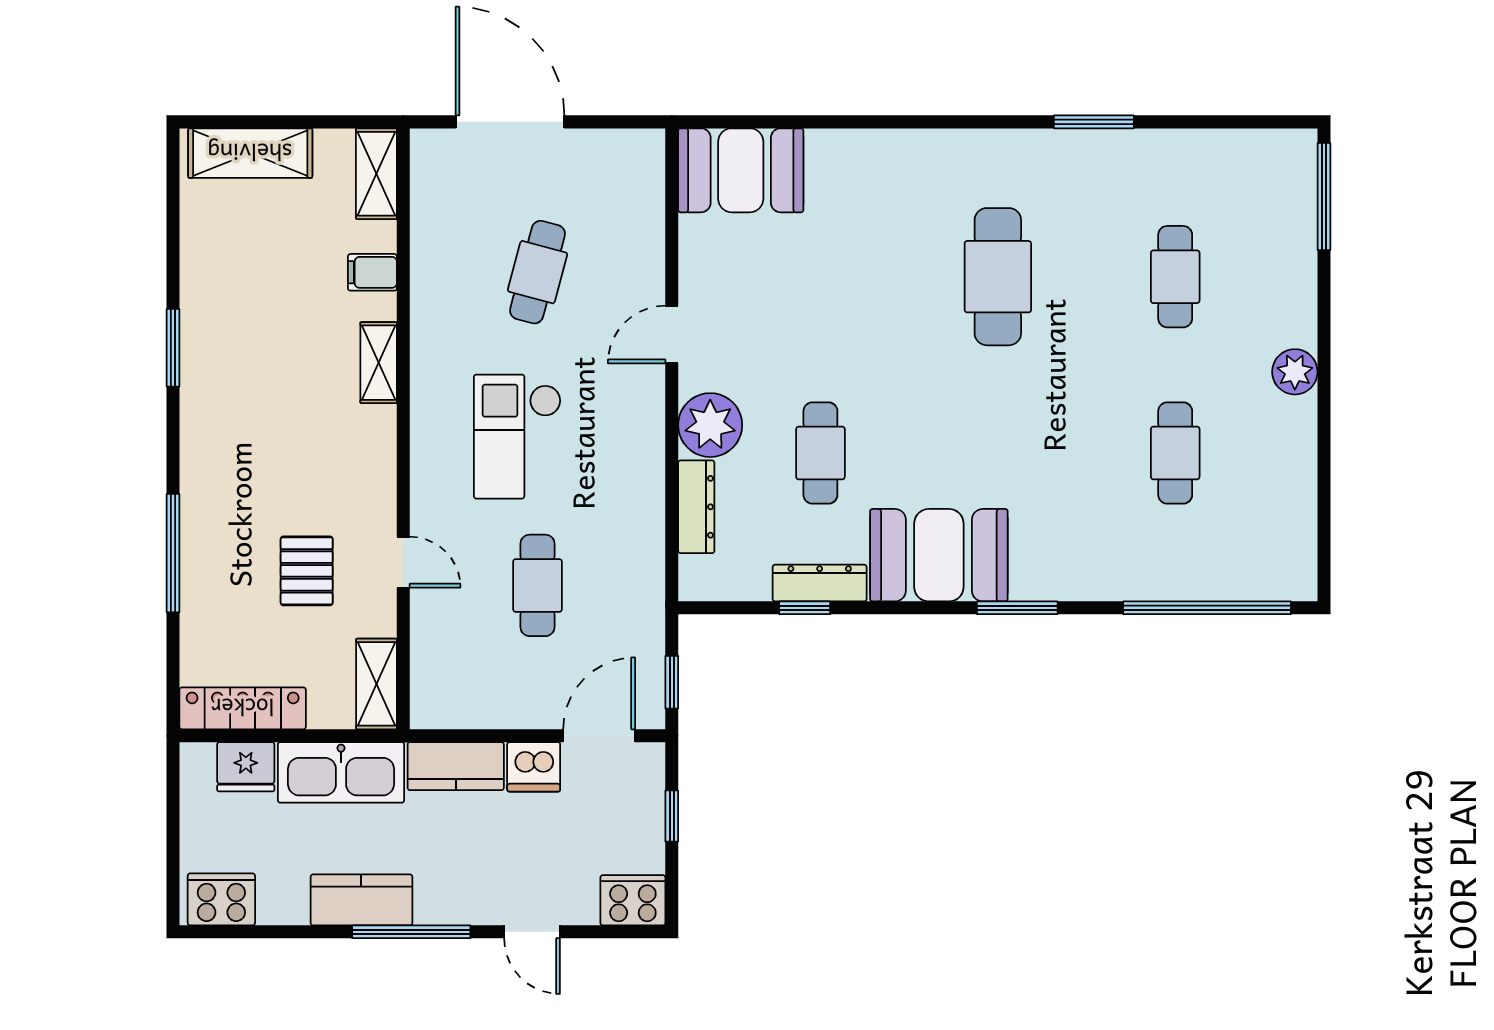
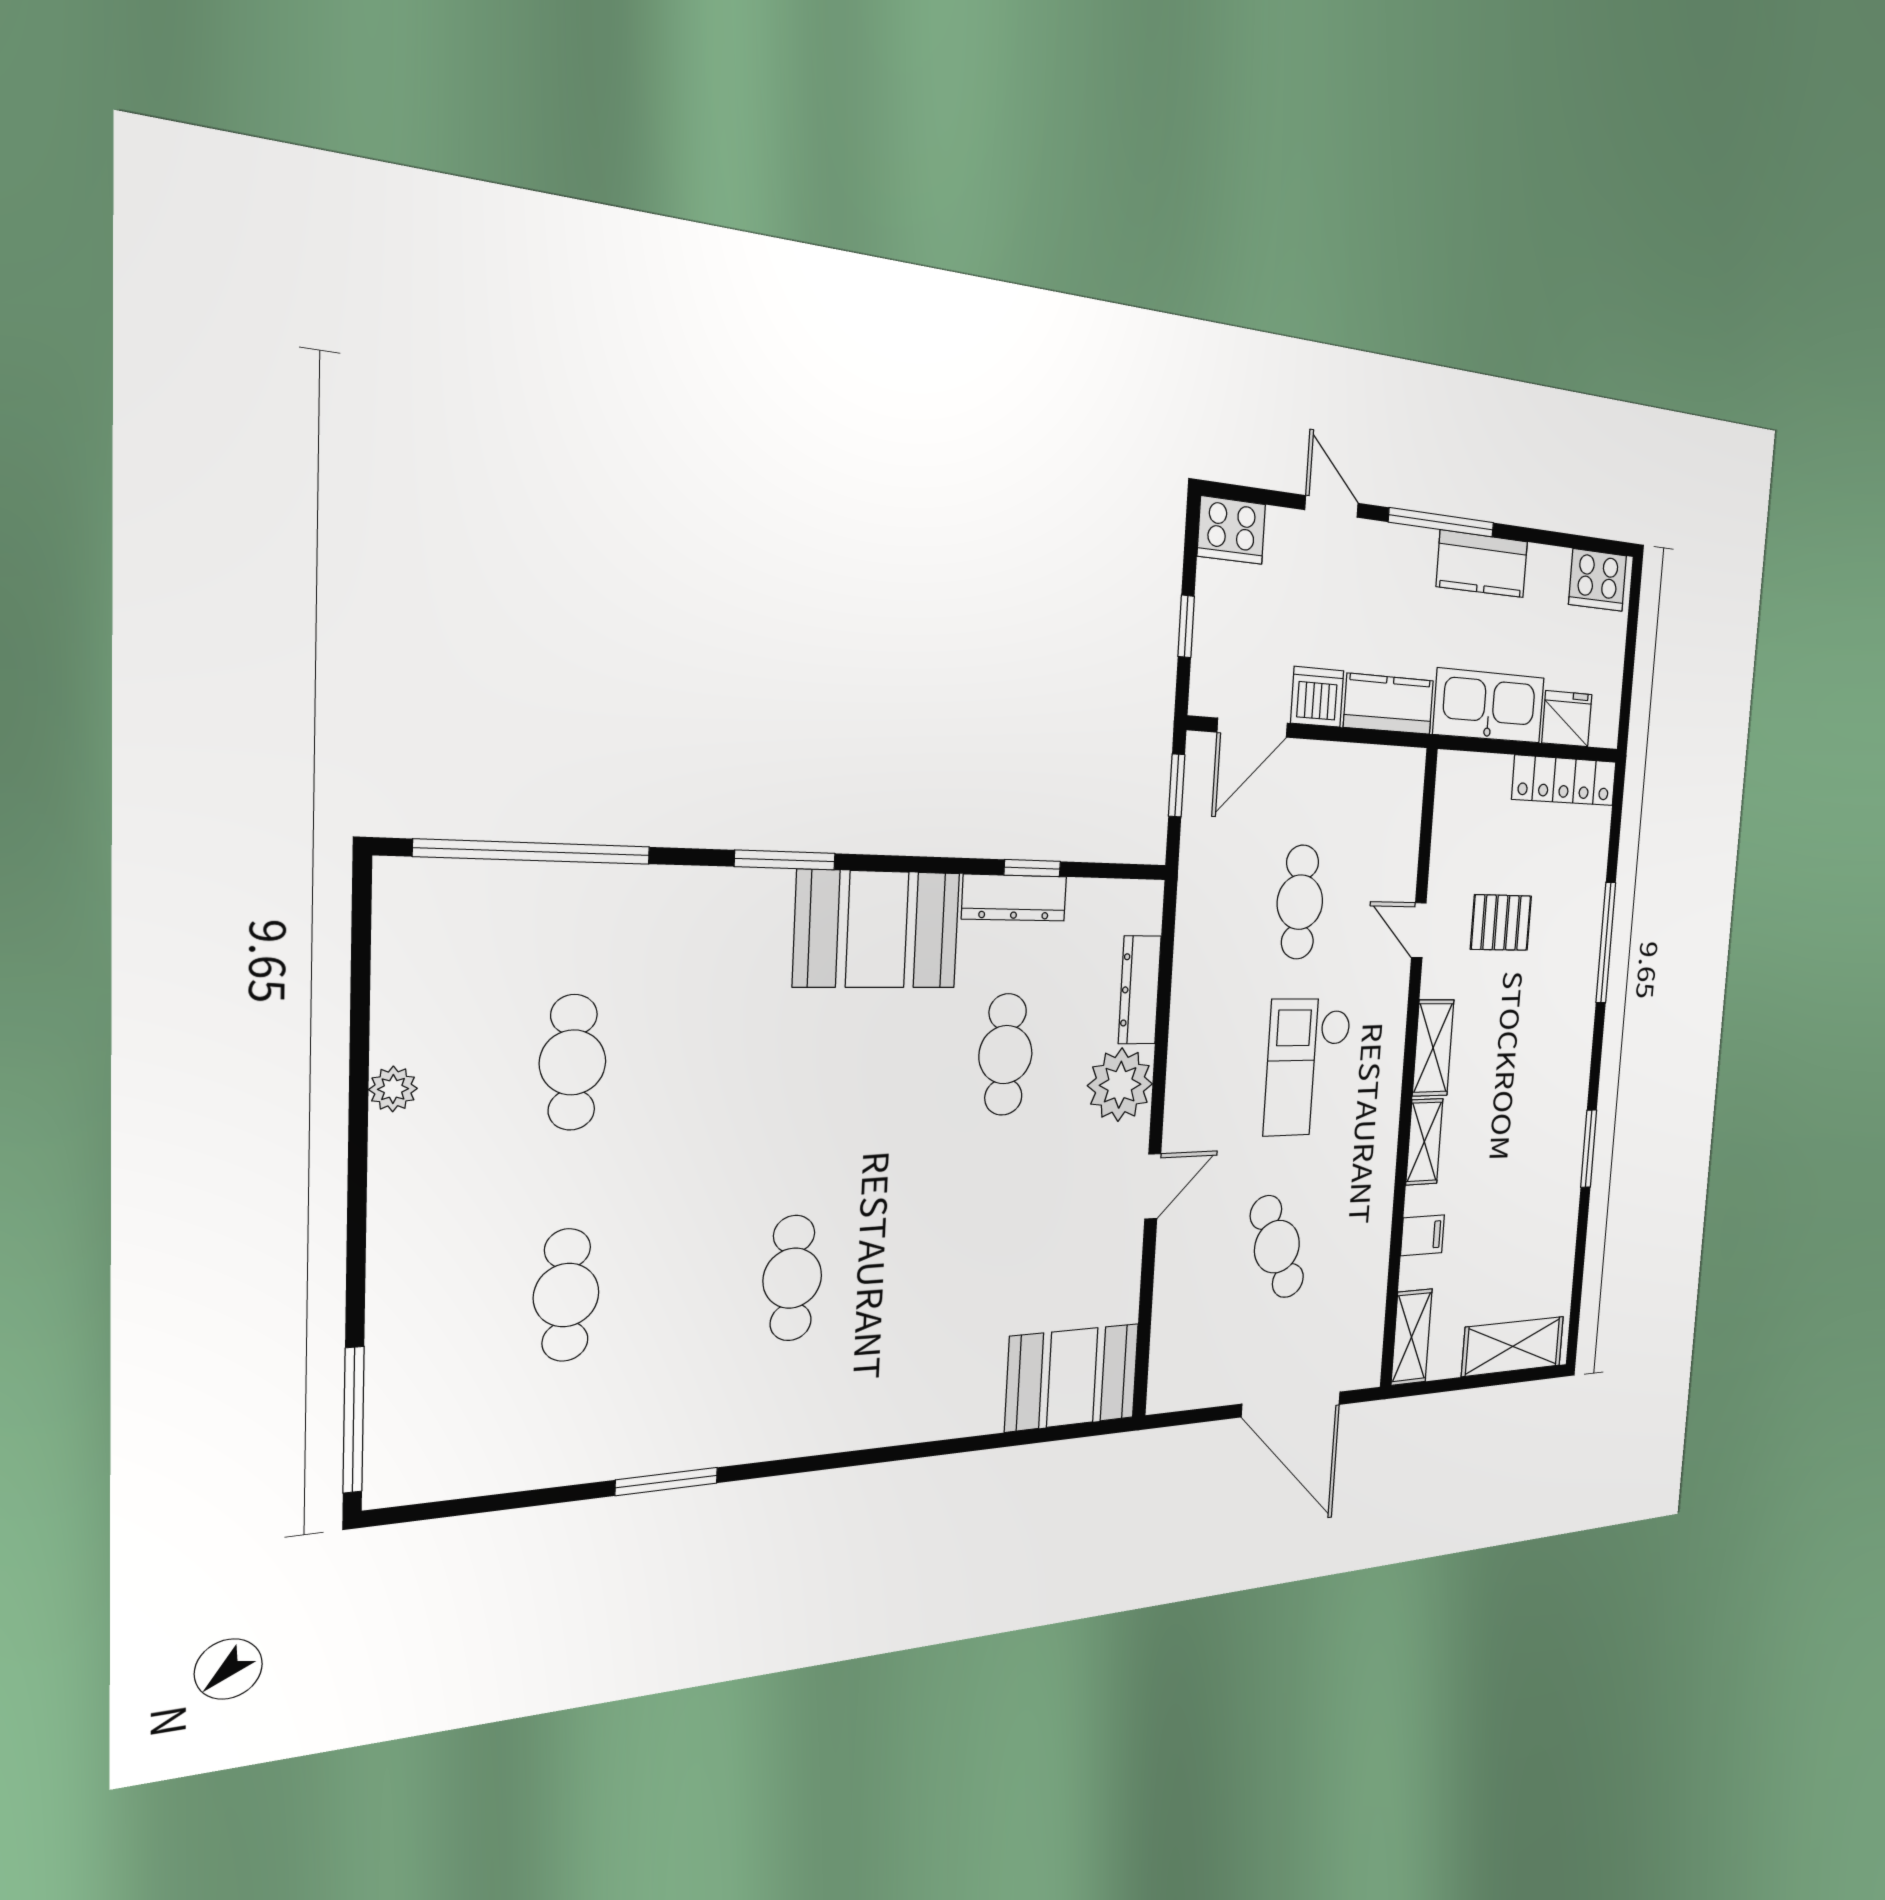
cafe table: (537, 272) -> (1277, 1247), turned -39
cafe table: (998, 277) -> (792, 1278), width x0.73, depth x0.74
plant: (1295, 372) -> (393, 1089), moved, width x0.73, depth x0.73
checkout: (517, 437) -> (1307, 1067), turned 180
pallet: (307, 571) -> (1501, 923), turned 90
shelving: (376, 684) -> (1433, 1048), moved

